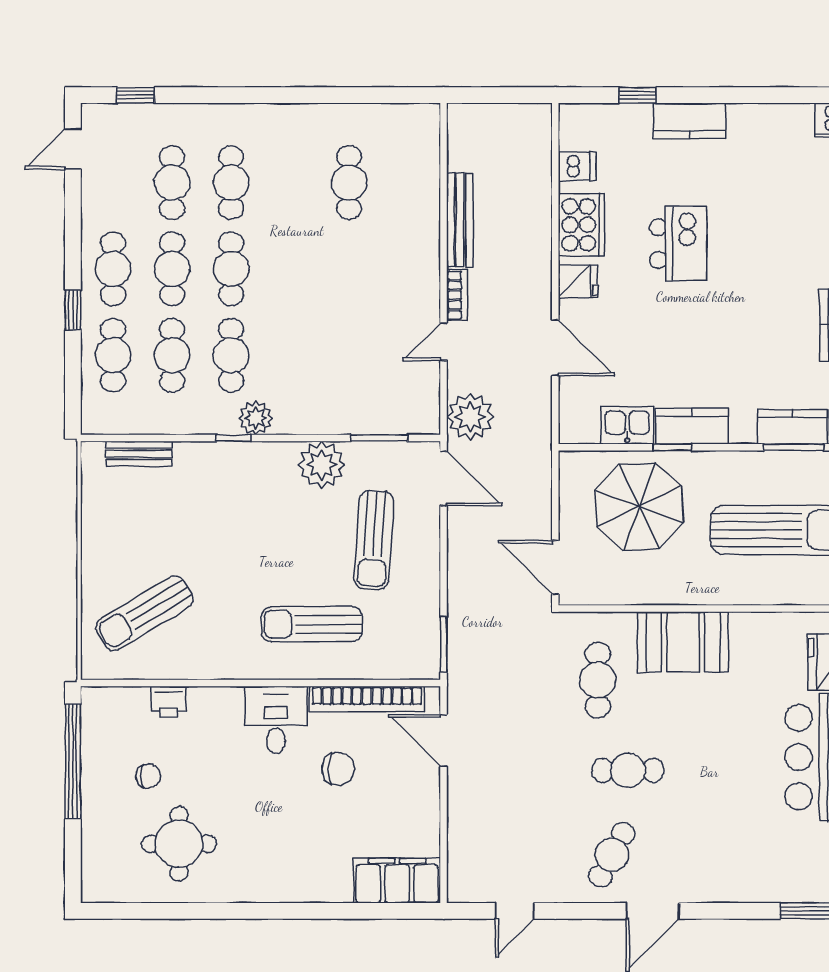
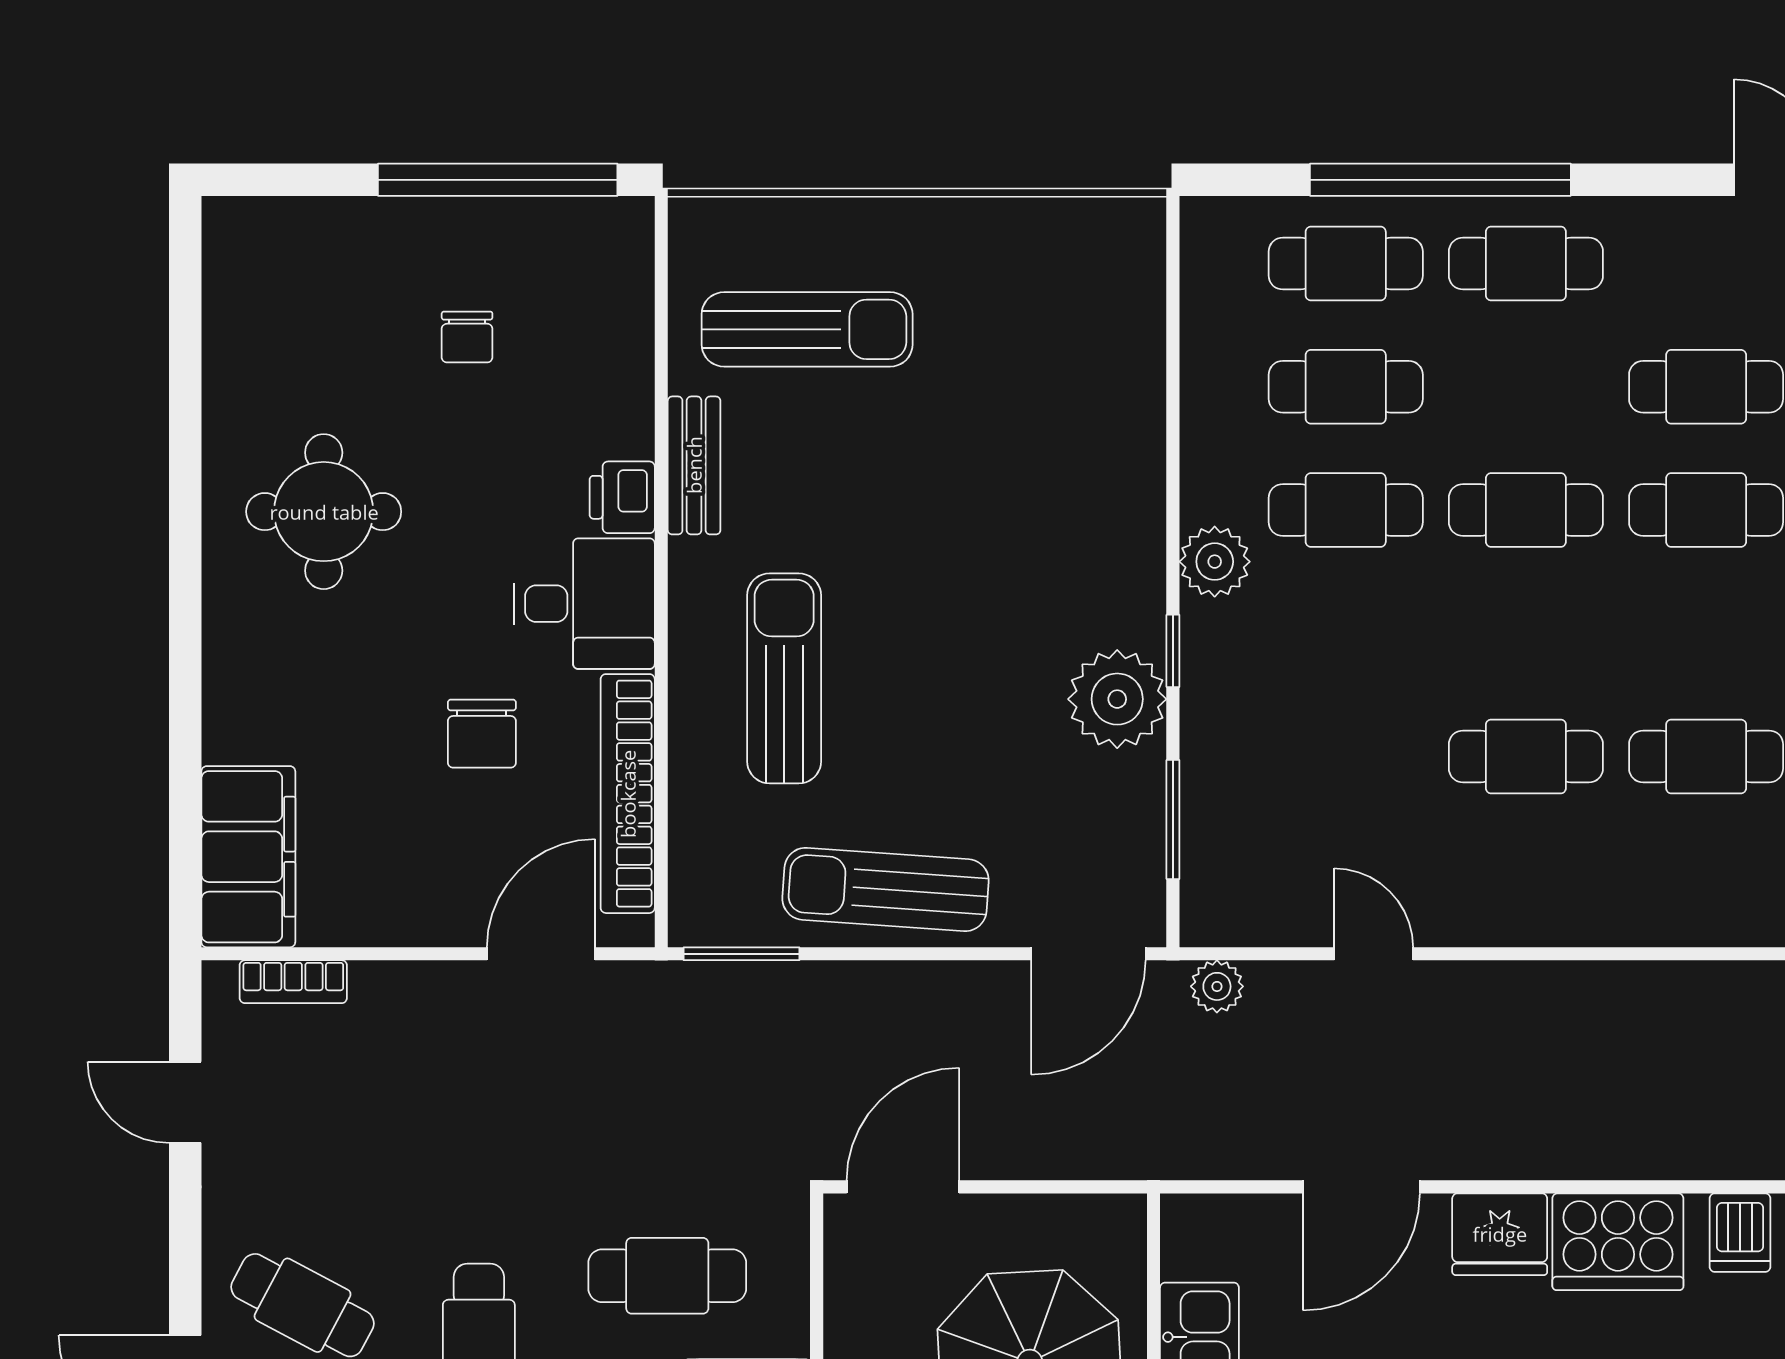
bench: (460, 220) -> (1628, 988), removed
cafe table: (172, 269) -> (1526, 756), moved
fridge: (578, 281) -> (1500, 1234), width x1.38
bookcase: (457, 295) -> (293, 982), moved
window: (73, 310) -> (1440, 180), width x3.17
plant: (470, 417) -> (1217, 986), width x0.53, depth x0.53
window: (233, 438) -> (1173, 651), moved
bench: (139, 454) -> (694, 465), moved
sun lounger: (374, 540) -> (885, 889), moved
sun lounger: (145, 613) -> (807, 329), turned 121
printer: (169, 702) -> (622, 497), moved
round table: (179, 844) -> (324, 512), moved

